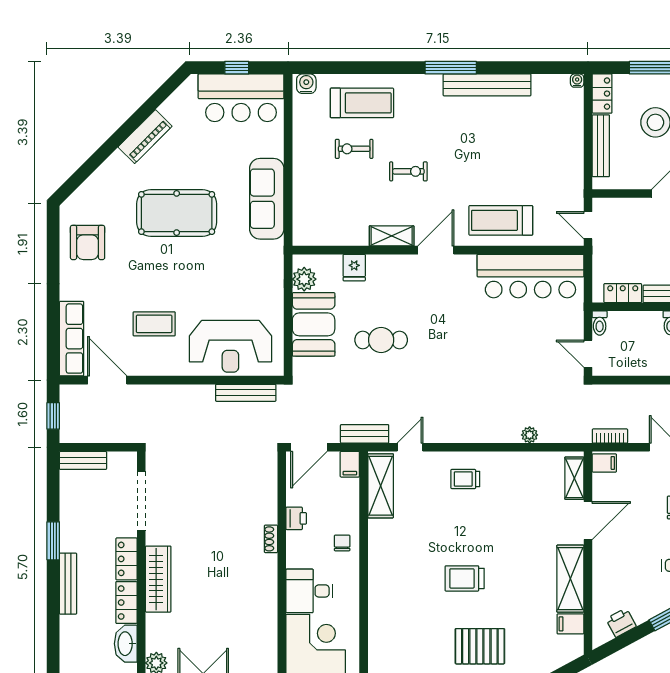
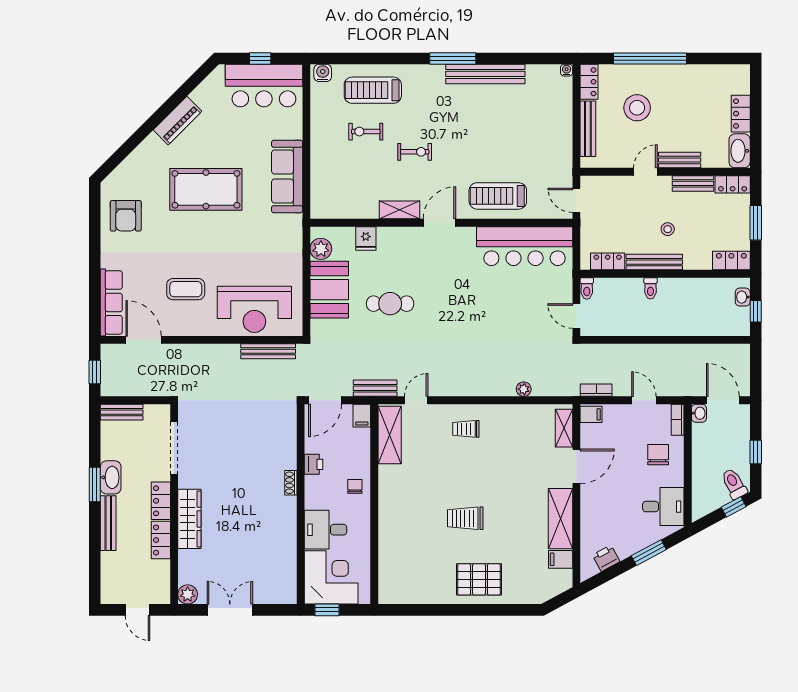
treadmill: (362, 103) -> (373, 90), turned 180
washbasin: (126, 644) -> (111, 477), moved, turned 180

